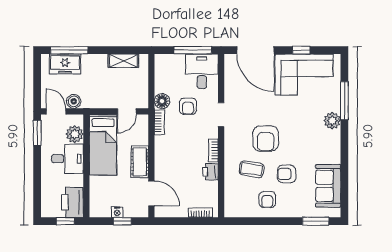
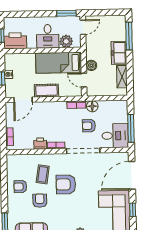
freezer: (65, 64) -> (119, 53), moved
boiler: (74, 101) -> (91, 65), moved
doorway: (221, 115) -> (83, 151), width x1.88

